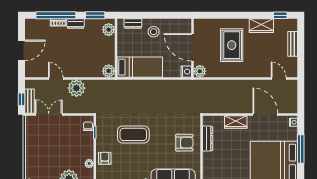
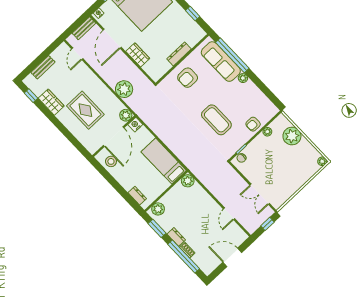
stool: (154, 32) -> (111, 161), moved
rug: (232, 45) -> (85, 110), turned 90
plant: (76, 88) -> (124, 89), moved
bench: (29, 101) -> (84, 28), moved
dresser: (208, 139) -> (179, 54), moved
armchair: (184, 143) -> (188, 78), turned -90

